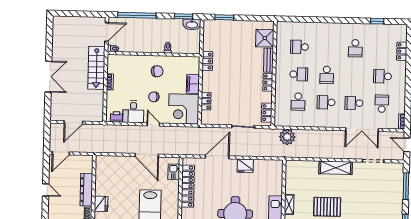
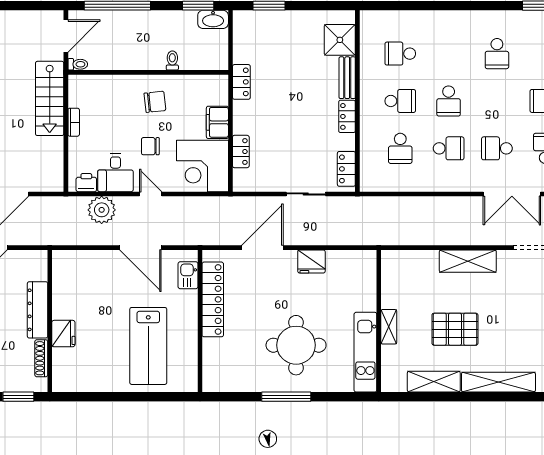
school desk: (326, 102) -> (449, 148), turned 180
plant: (287, 137) -> (102, 210), moved

